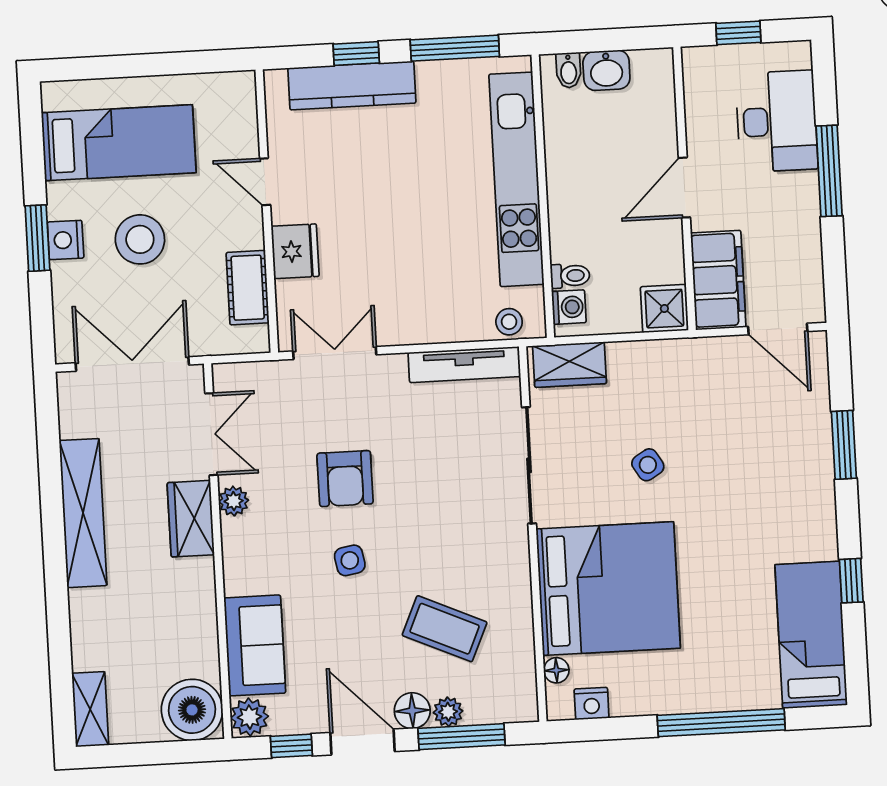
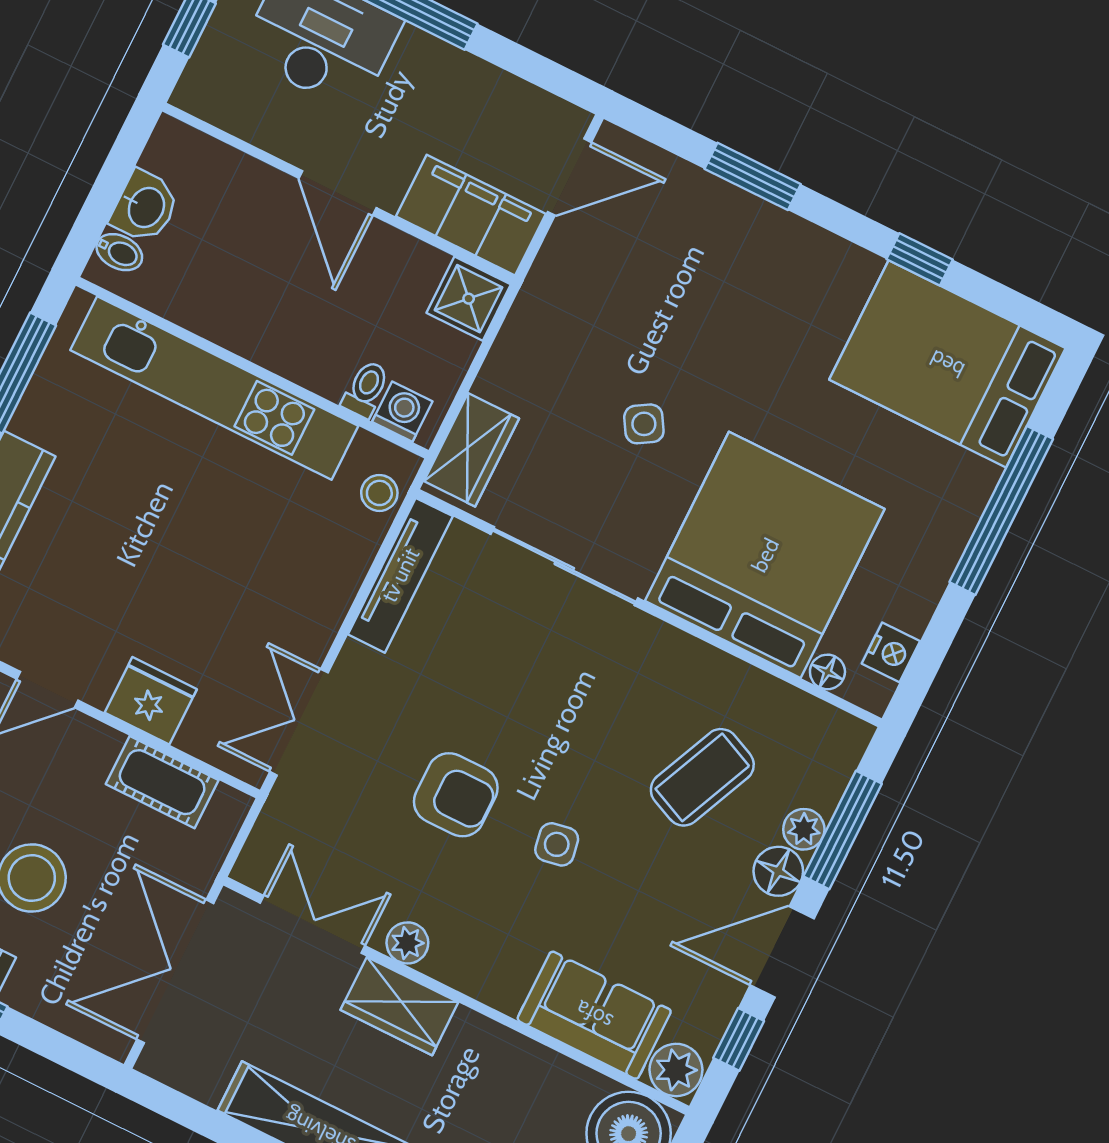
bed: (811, 635) -> (947, 364), width x1.50

